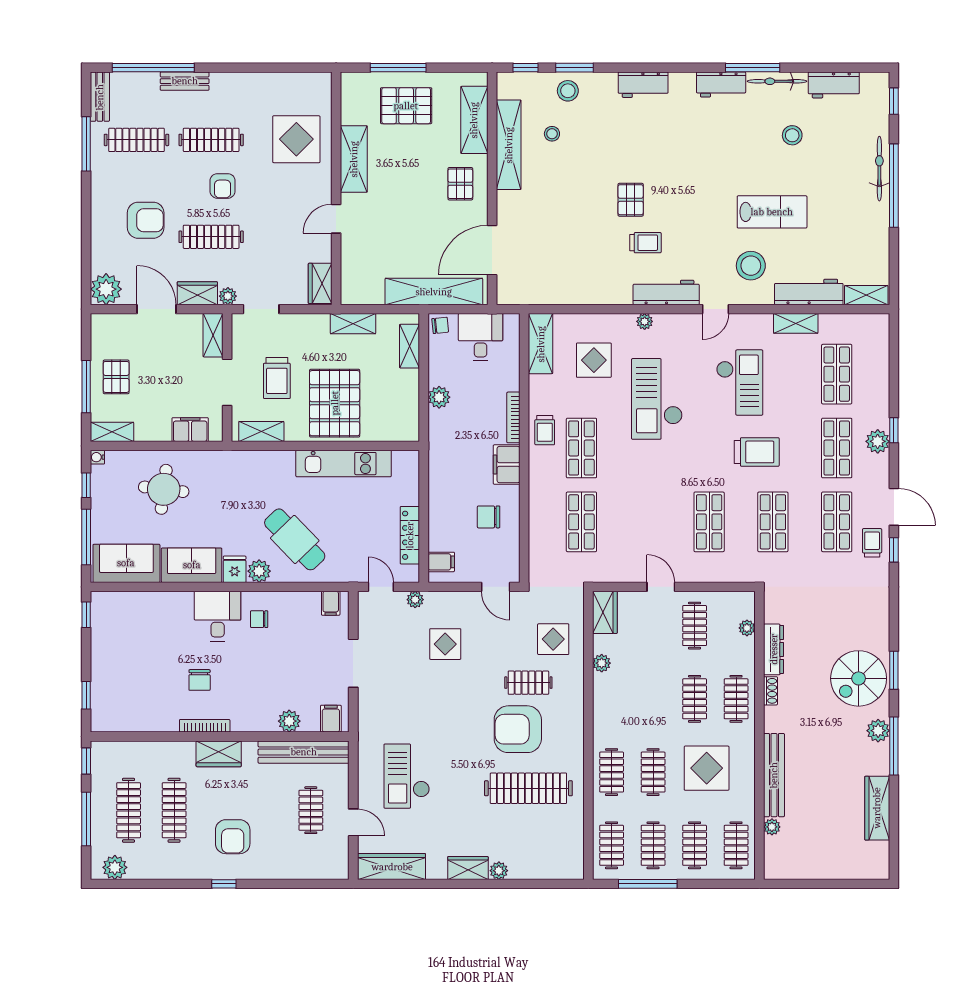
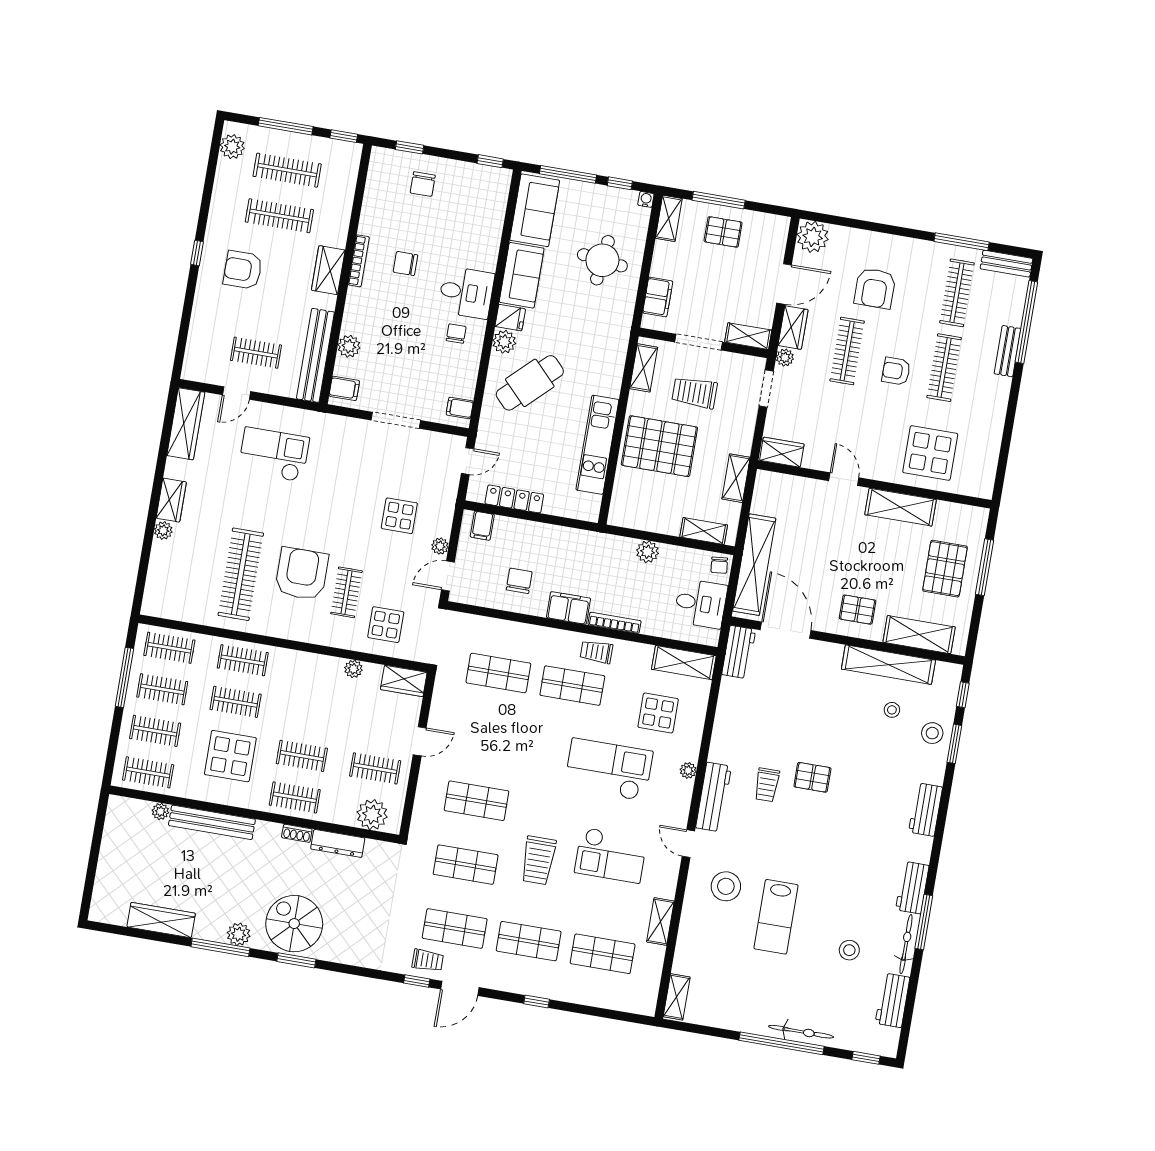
workbench: (809, 292) -> (739, 652), moved, width x0.73
plant: (878, 441) -> (528, 983), removed
plant: (415, 600) -> (440, 546), moved
plant: (747, 628) -> (372, 815), width x1.88, depth x1.88
chair: (120, 676) -> (423, 184), added

